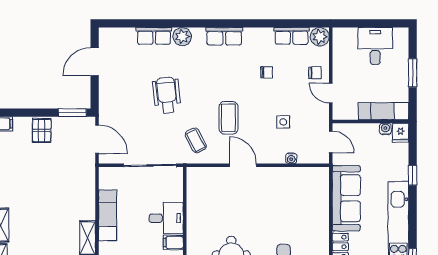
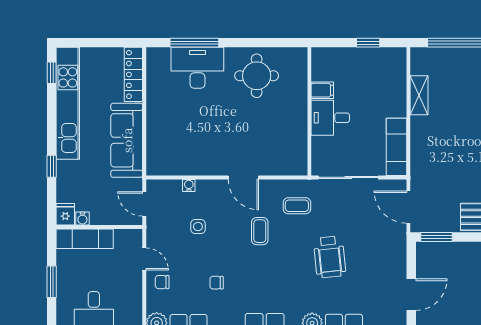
coffee table: (229, 118) -> (260, 231), width x0.73, depth x0.77
coffee table: (196, 140) -> (297, 206), turned -62
exam couch: (108, 215) -> (396, 147), moved

